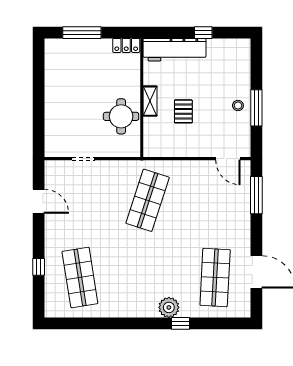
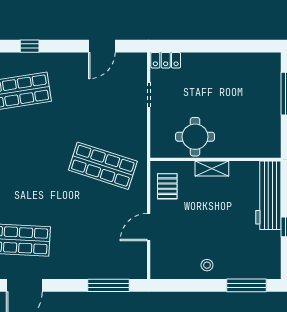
locker: (126, 45) -> (166, 60), moved, turned -90
window: (256, 108) -> (247, 285), moved
pallet: (183, 111) -> (167, 186), moved, turned 90
door: (228, 159) -> (149, 227), moved

